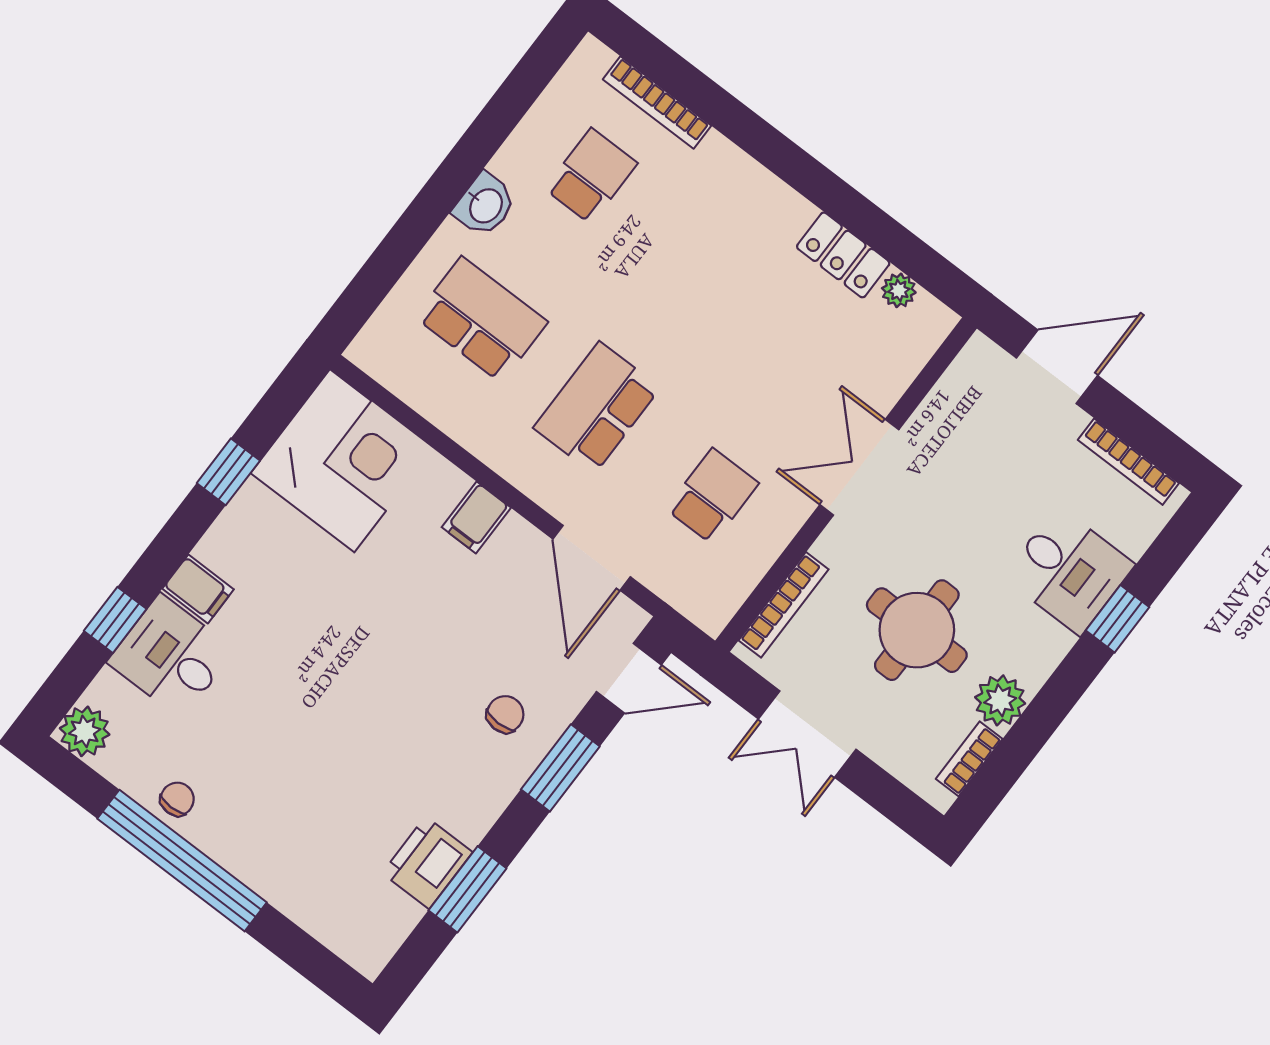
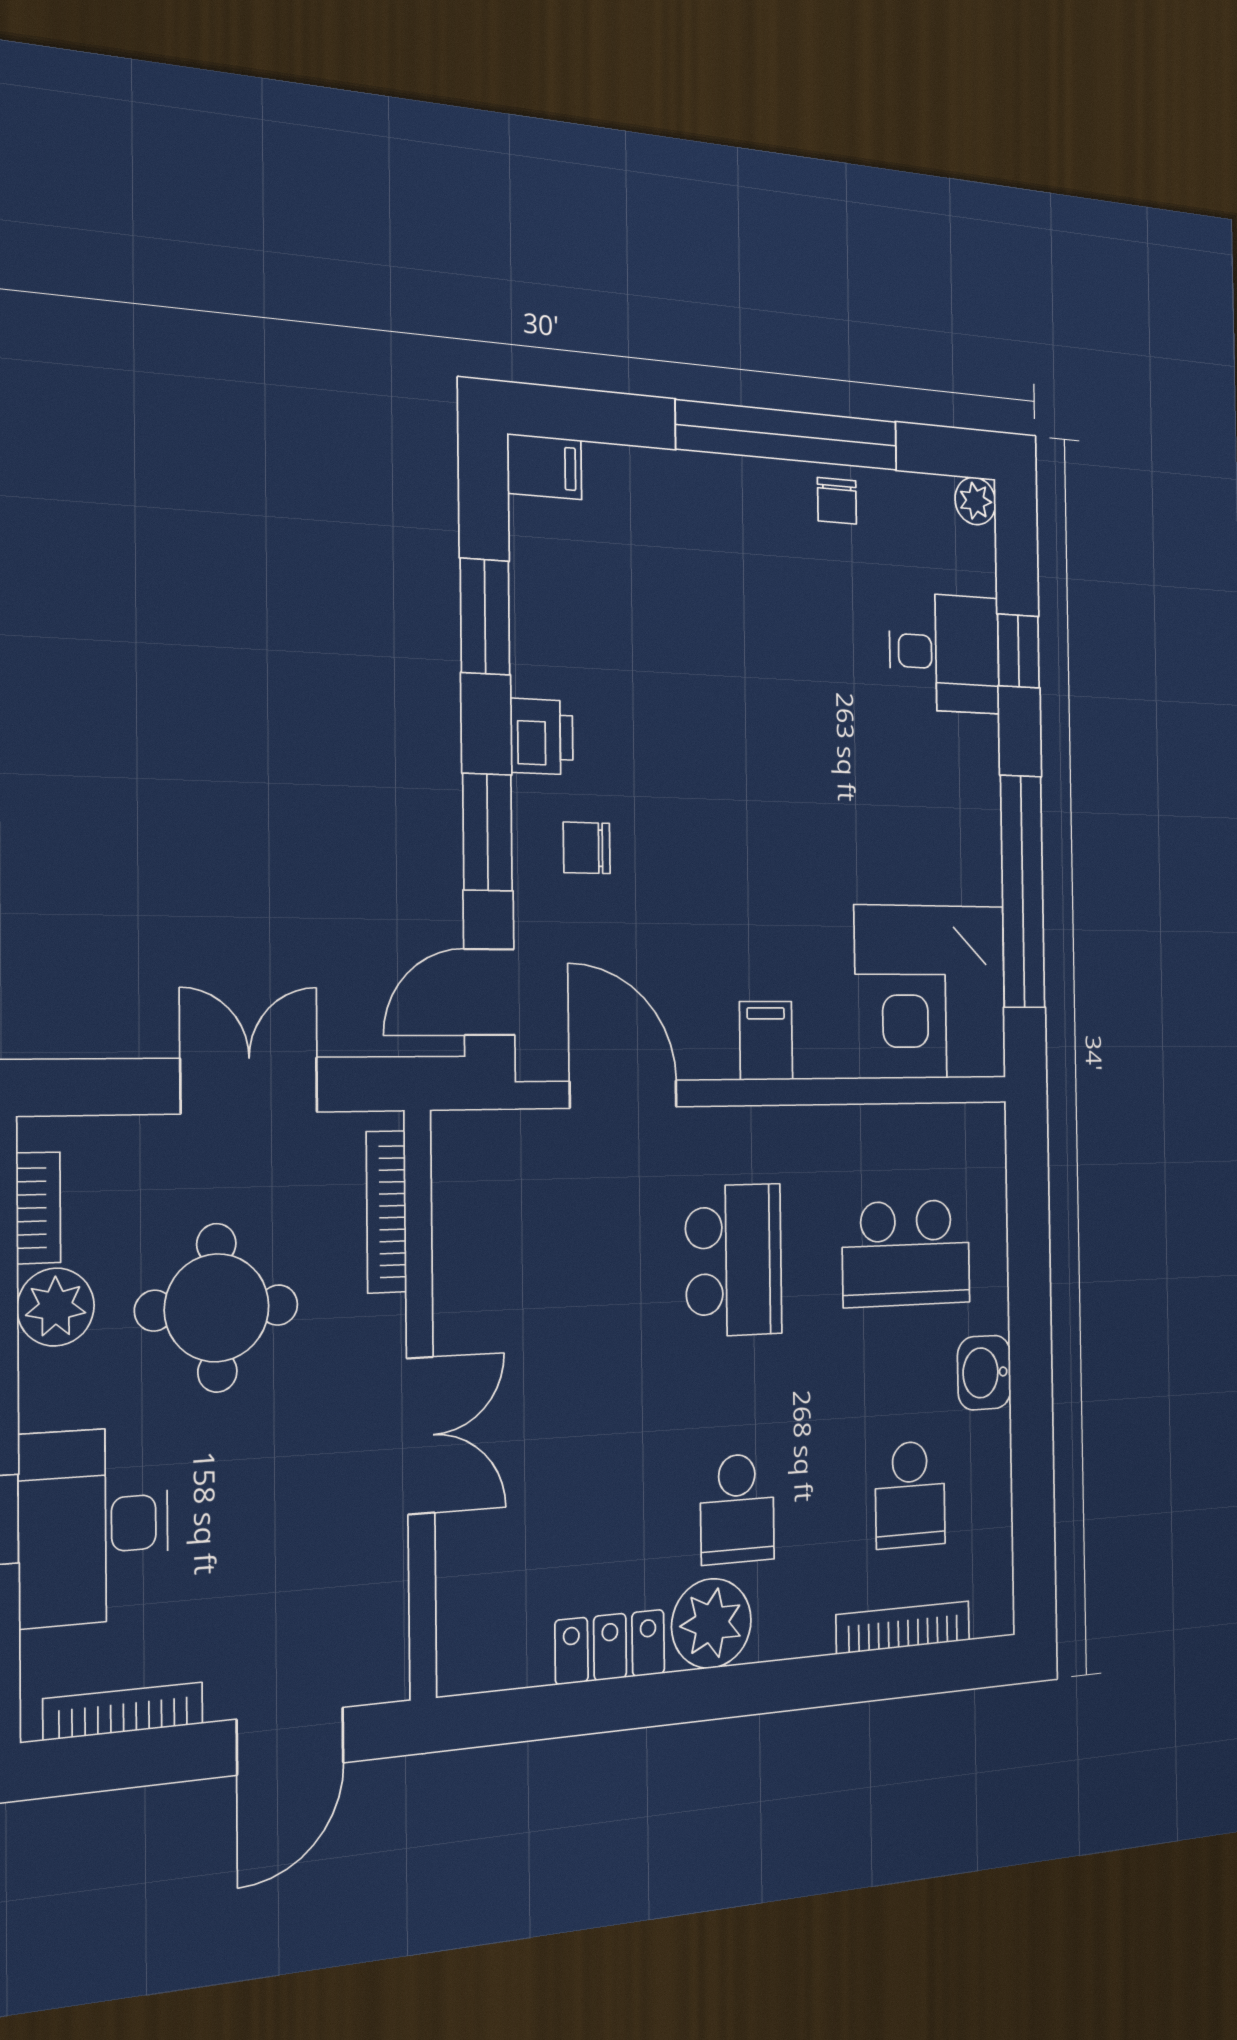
plant: (899, 290) -> (711, 1623), moved, width x1.88, depth x1.88
window: (228, 472) -> (1023, 891), width x3.17
school desk: (712, 496) -> (737, 1509), moved
desk: (1069, 571) -> (94, 1526), width x1.37
filing cabinet: (198, 589) -> (544, 467), moved, turned 180
chair: (505, 714) -> (587, 848), turned 90
plant: (85, 731) -> (975, 501), width x0.73, depth x0.73
printer: (427, 863) -> (542, 737), moved, width x0.73, depth x0.81

